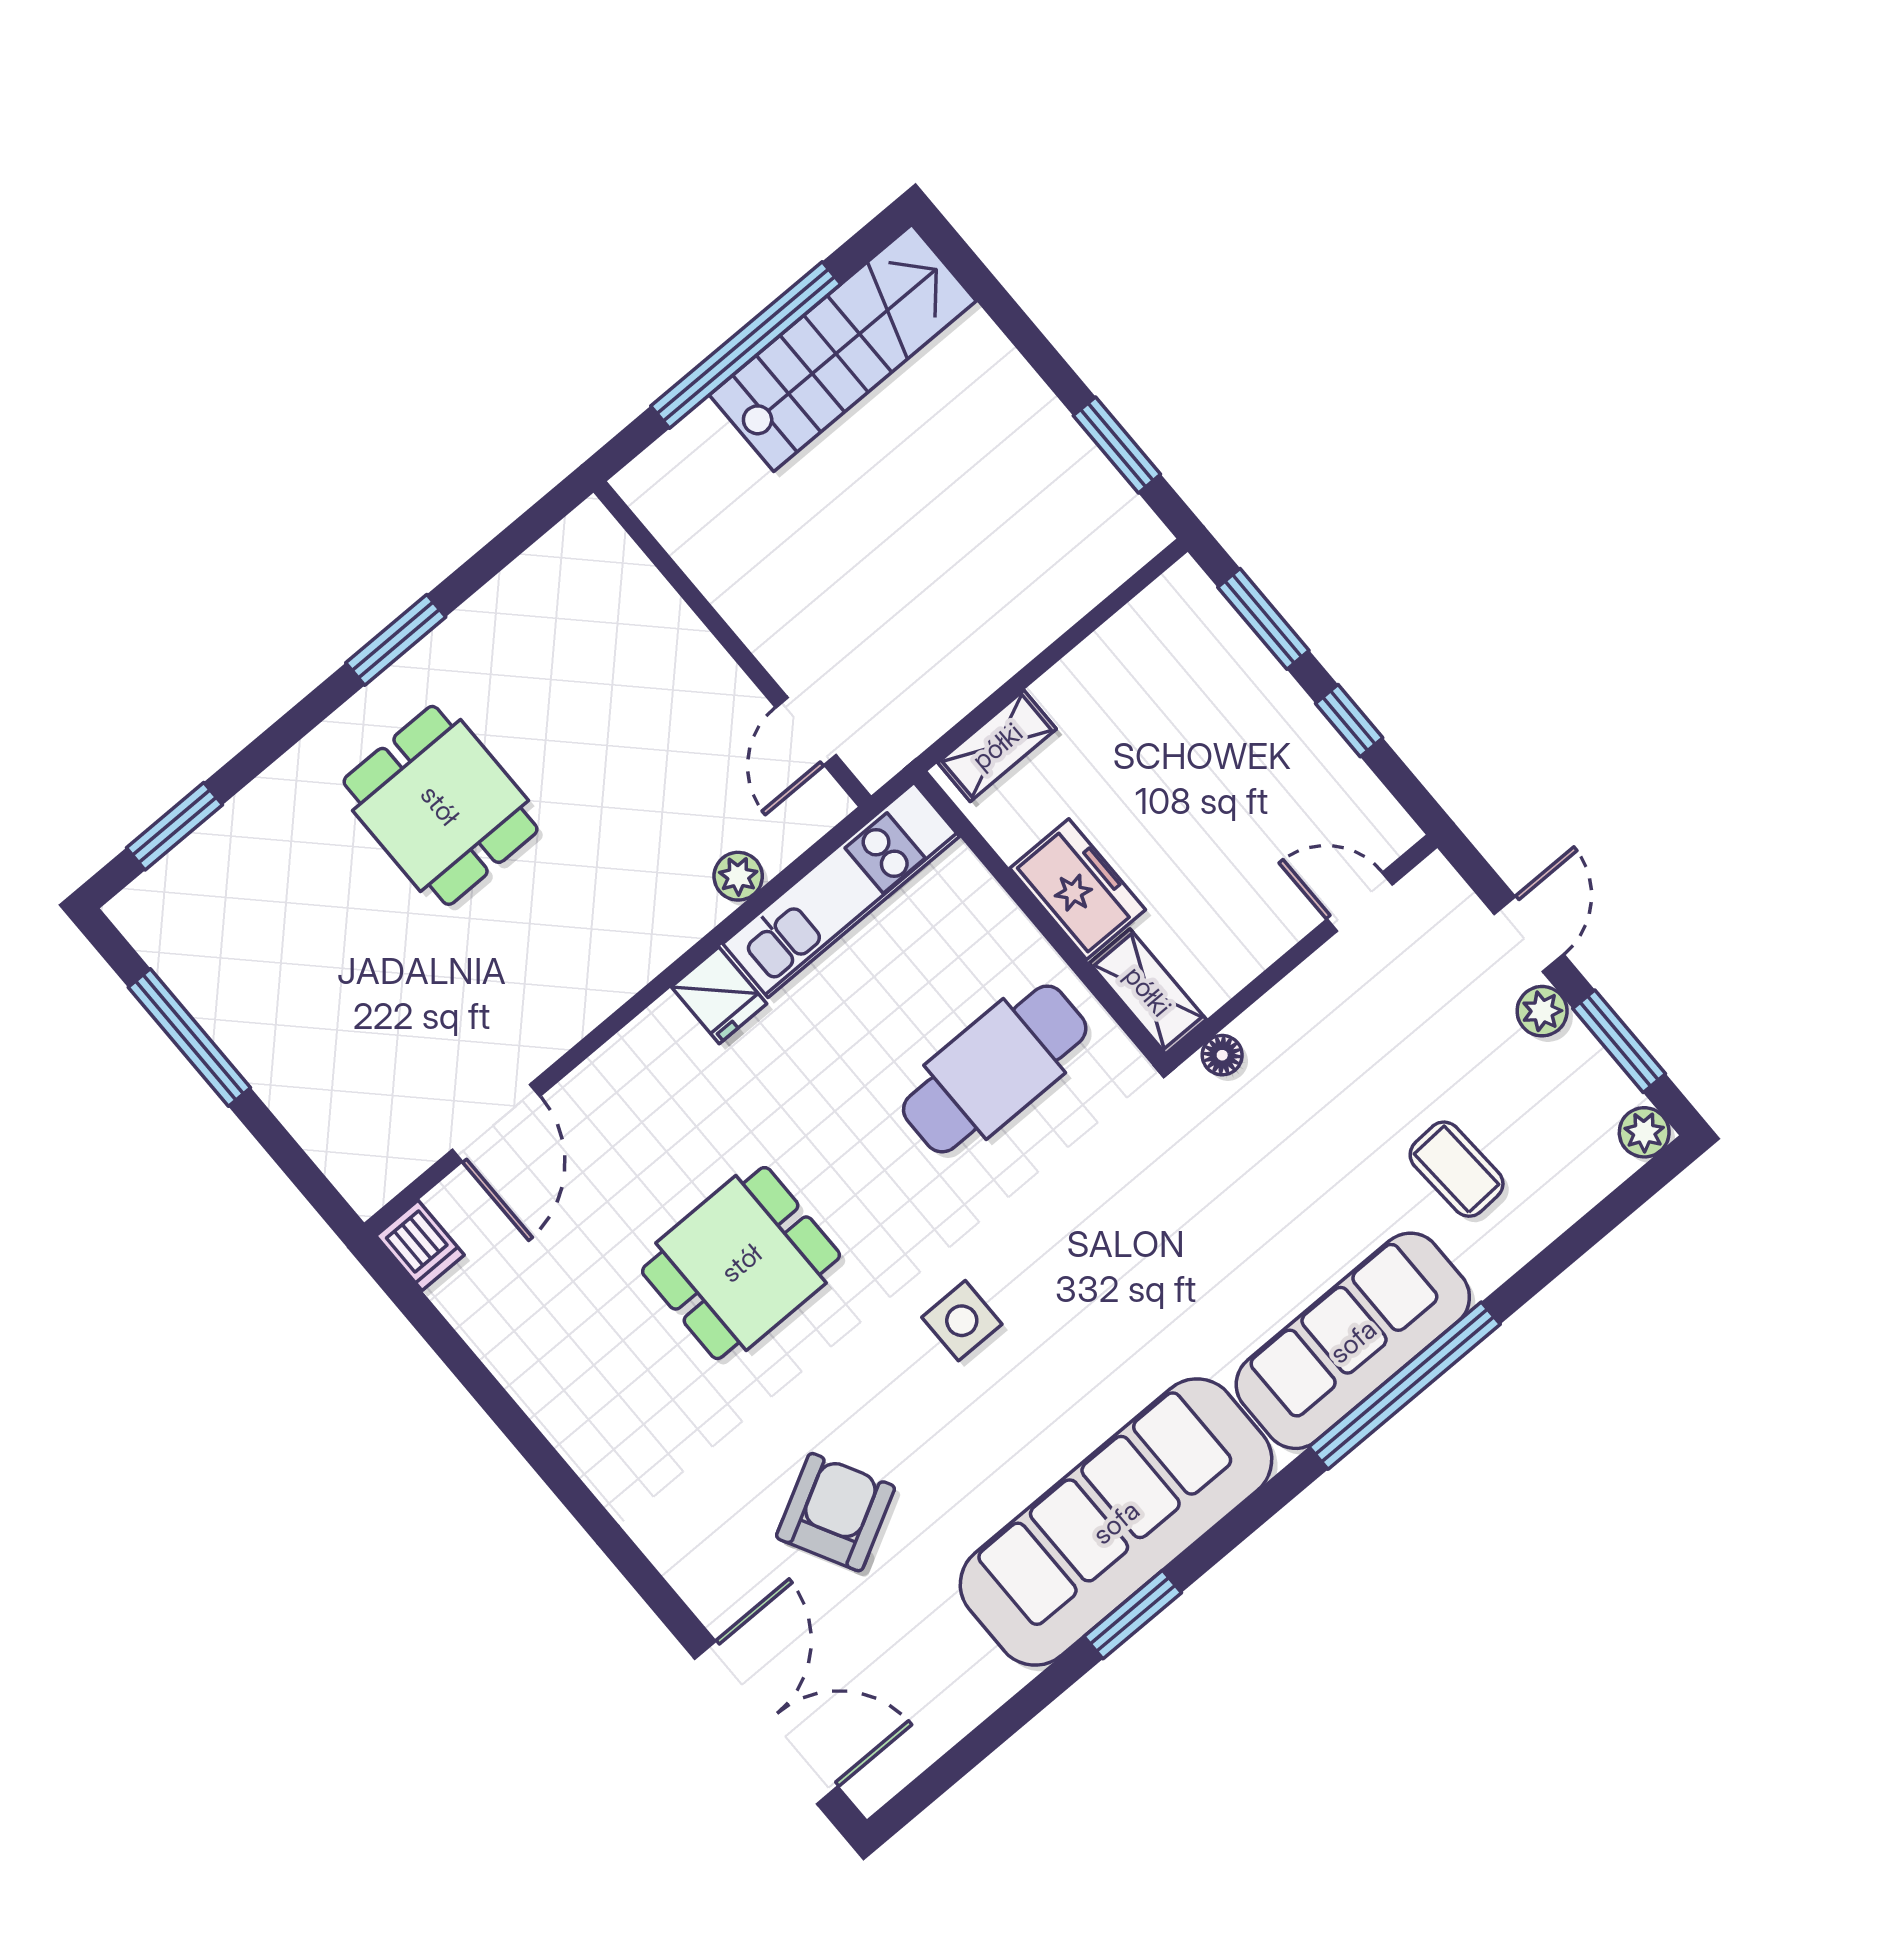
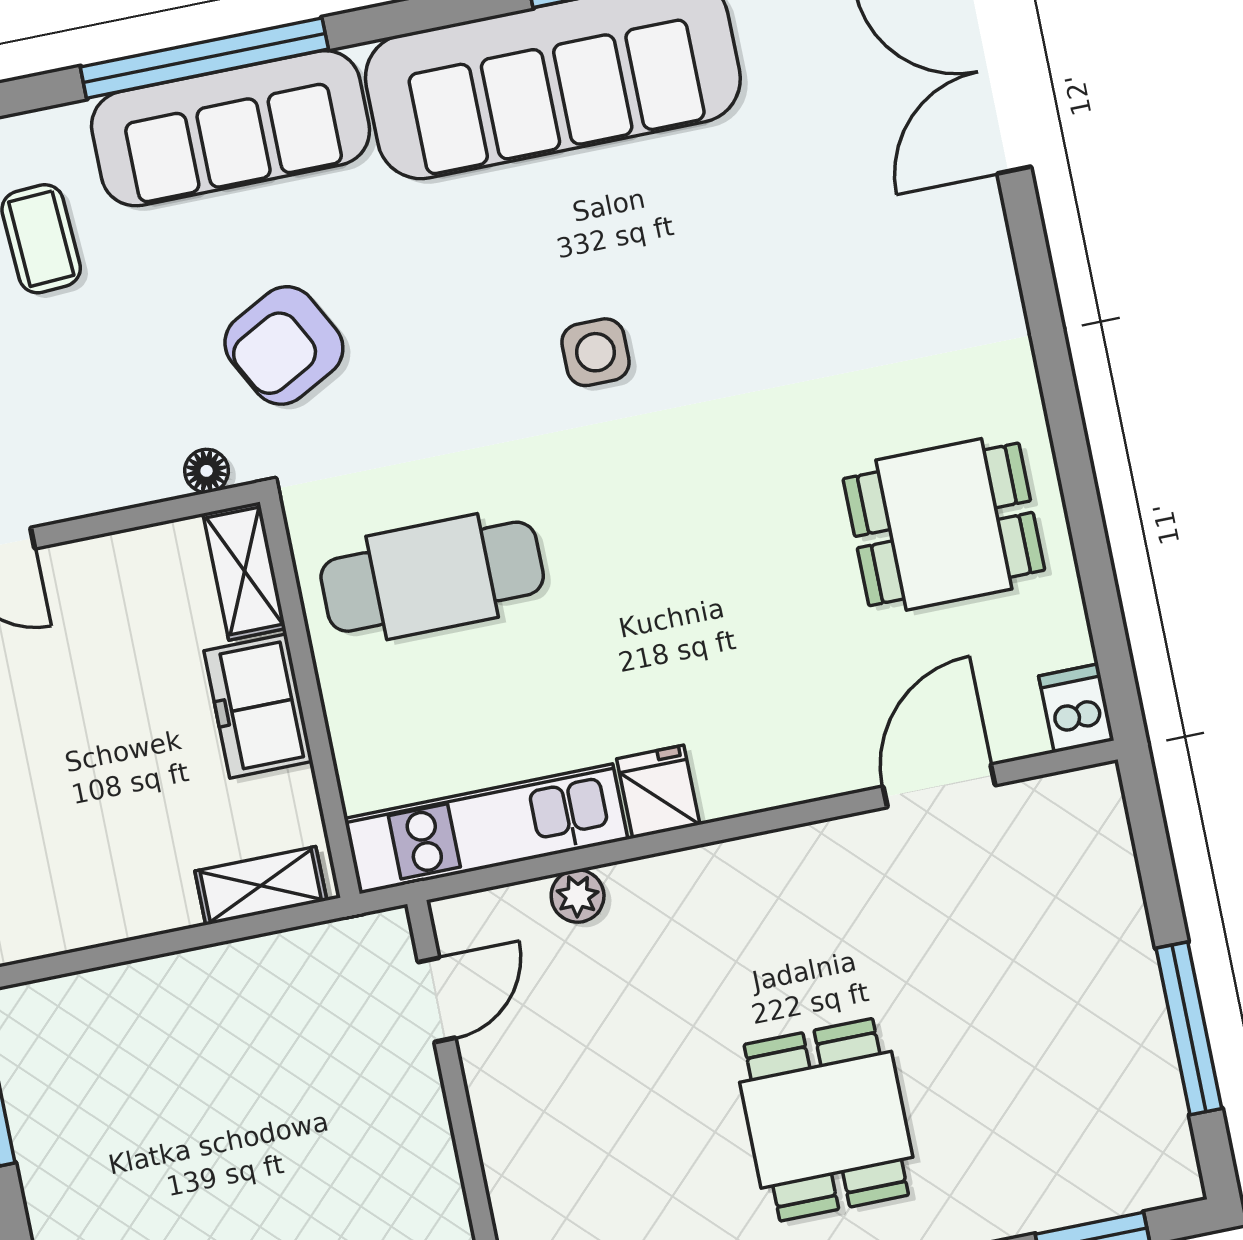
dining table: (741, 1263) -> (944, 524), moved
armchair: (835, 1512) -> (284, 345), moved

